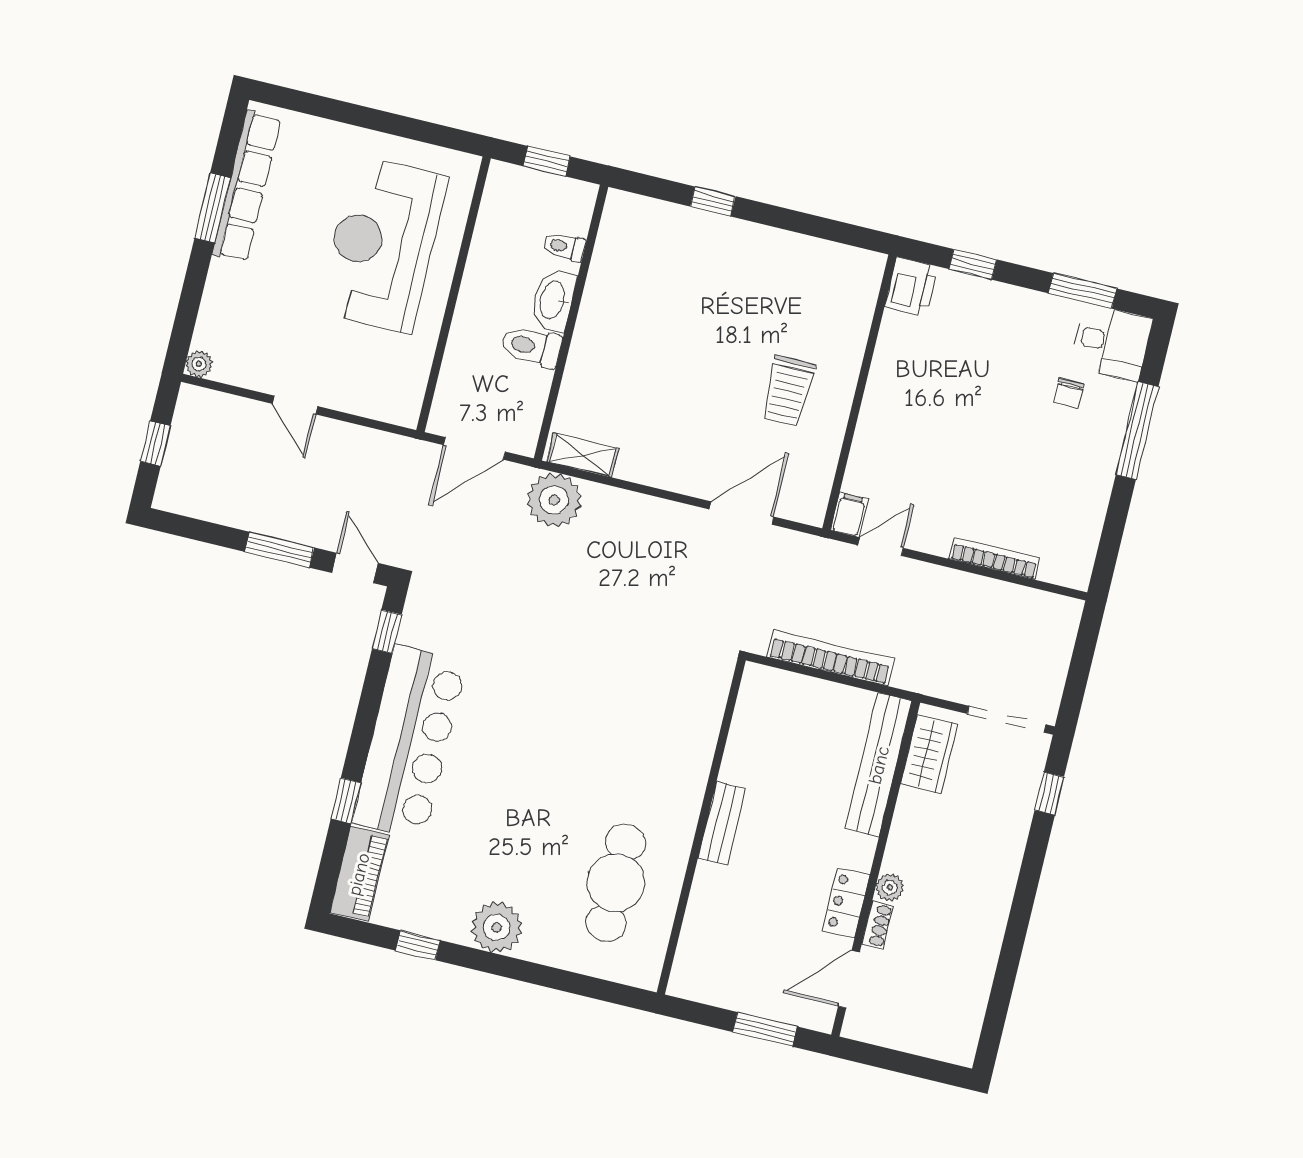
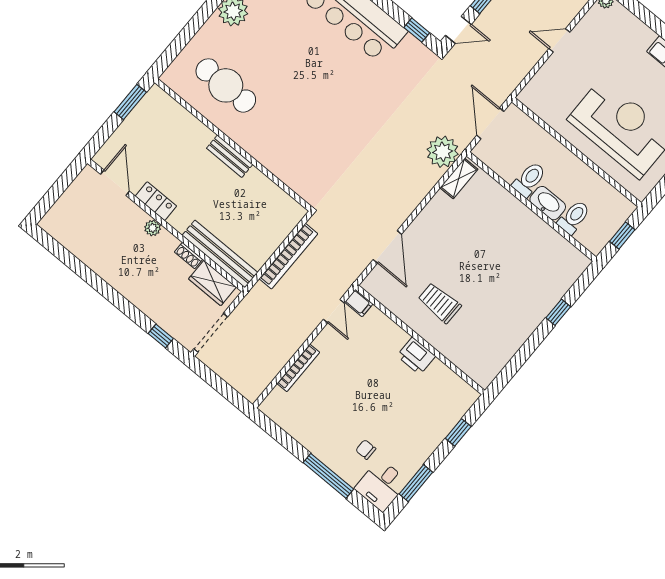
toilet: (564, 247) -> (574, 217), width x1.37, depth x1.39
printer: (911, 287) -> (416, 356), moved
shoe rack: (878, 925) -> (188, 256), moved
window: (765, 1029) -> (130, 102), moved

